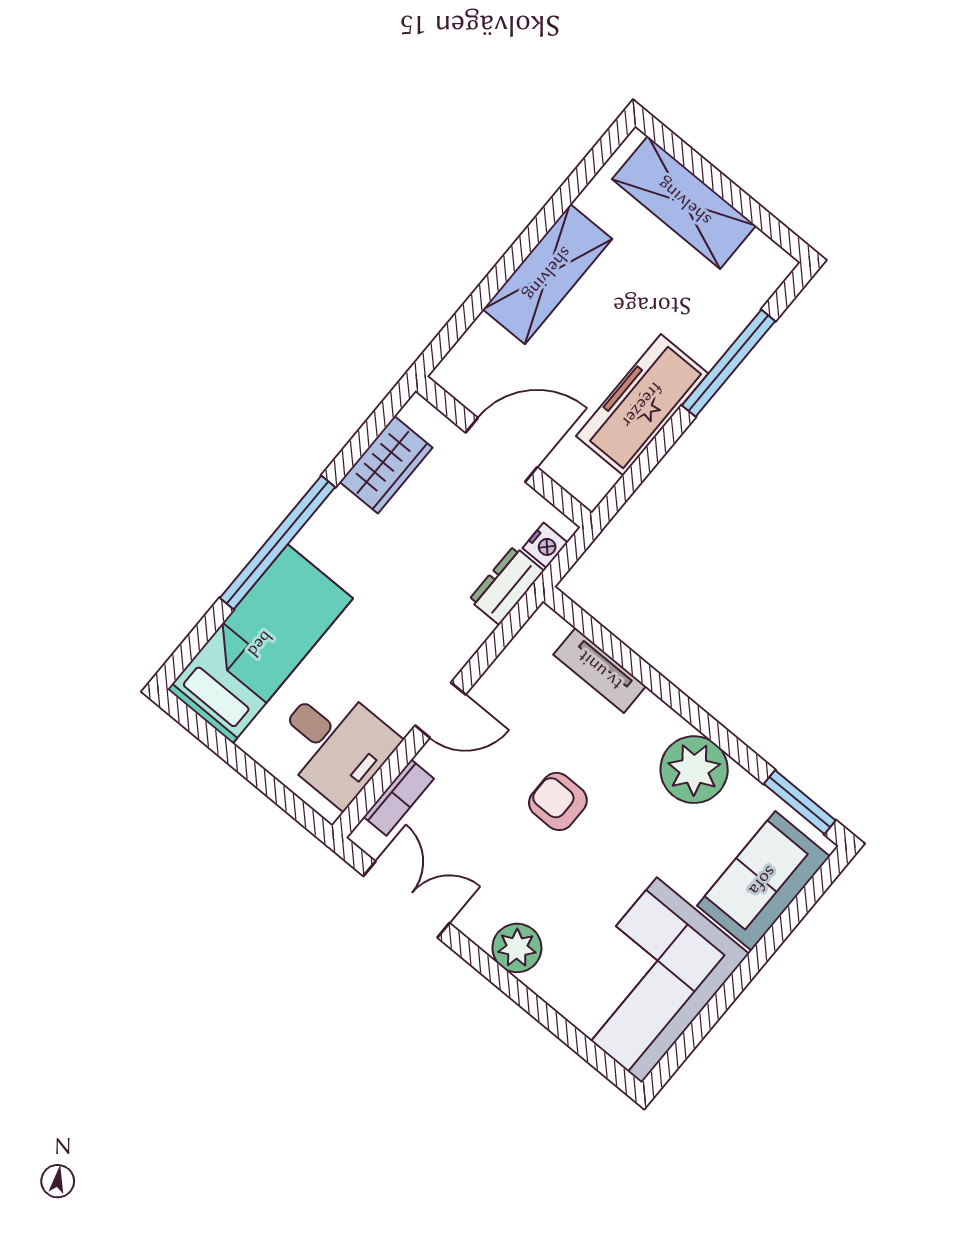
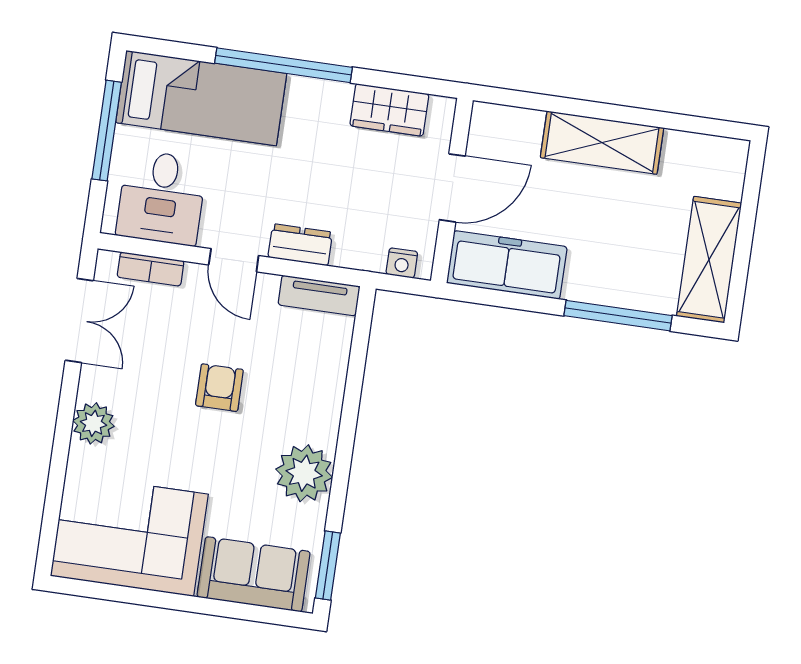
shelving: (684, 202) -> (709, 260), moved
freezer: (642, 405) -> (507, 265), moved
door: (501, 450) -> (452, 188), hinge flipped
dresser: (507, 585) -> (300, 245), moved
tv unit: (600, 670) -> (319, 295), moved, turned -90
window: (235, 757) -> (107, 131), added

